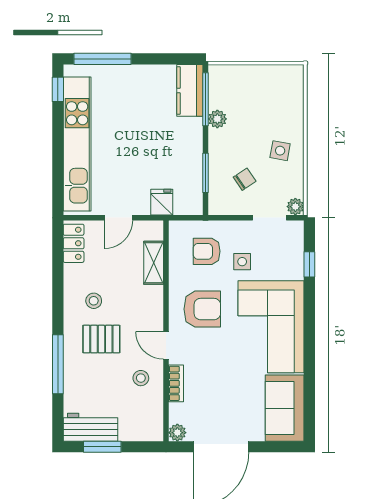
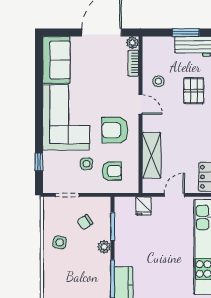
plant: (217, 119) -> (104, 247), moved
plant: (295, 207) -> (49, 203), removed
shelving: (154, 263) -> (152, 155), width x1.50, depth x1.33
stool: (94, 301) -> (192, 136), removed
pallet: (101, 339) -> (194, 91), moved, turned 90
bookcase: (176, 383) -> (133, 63), moved

